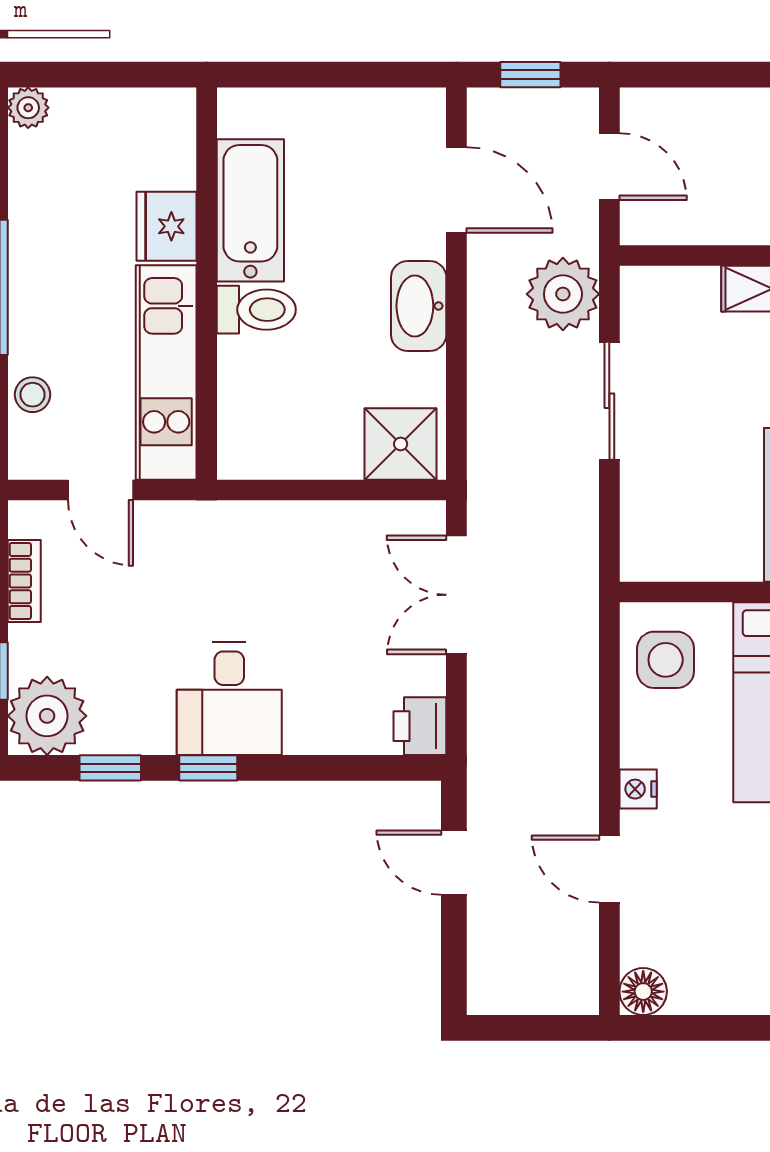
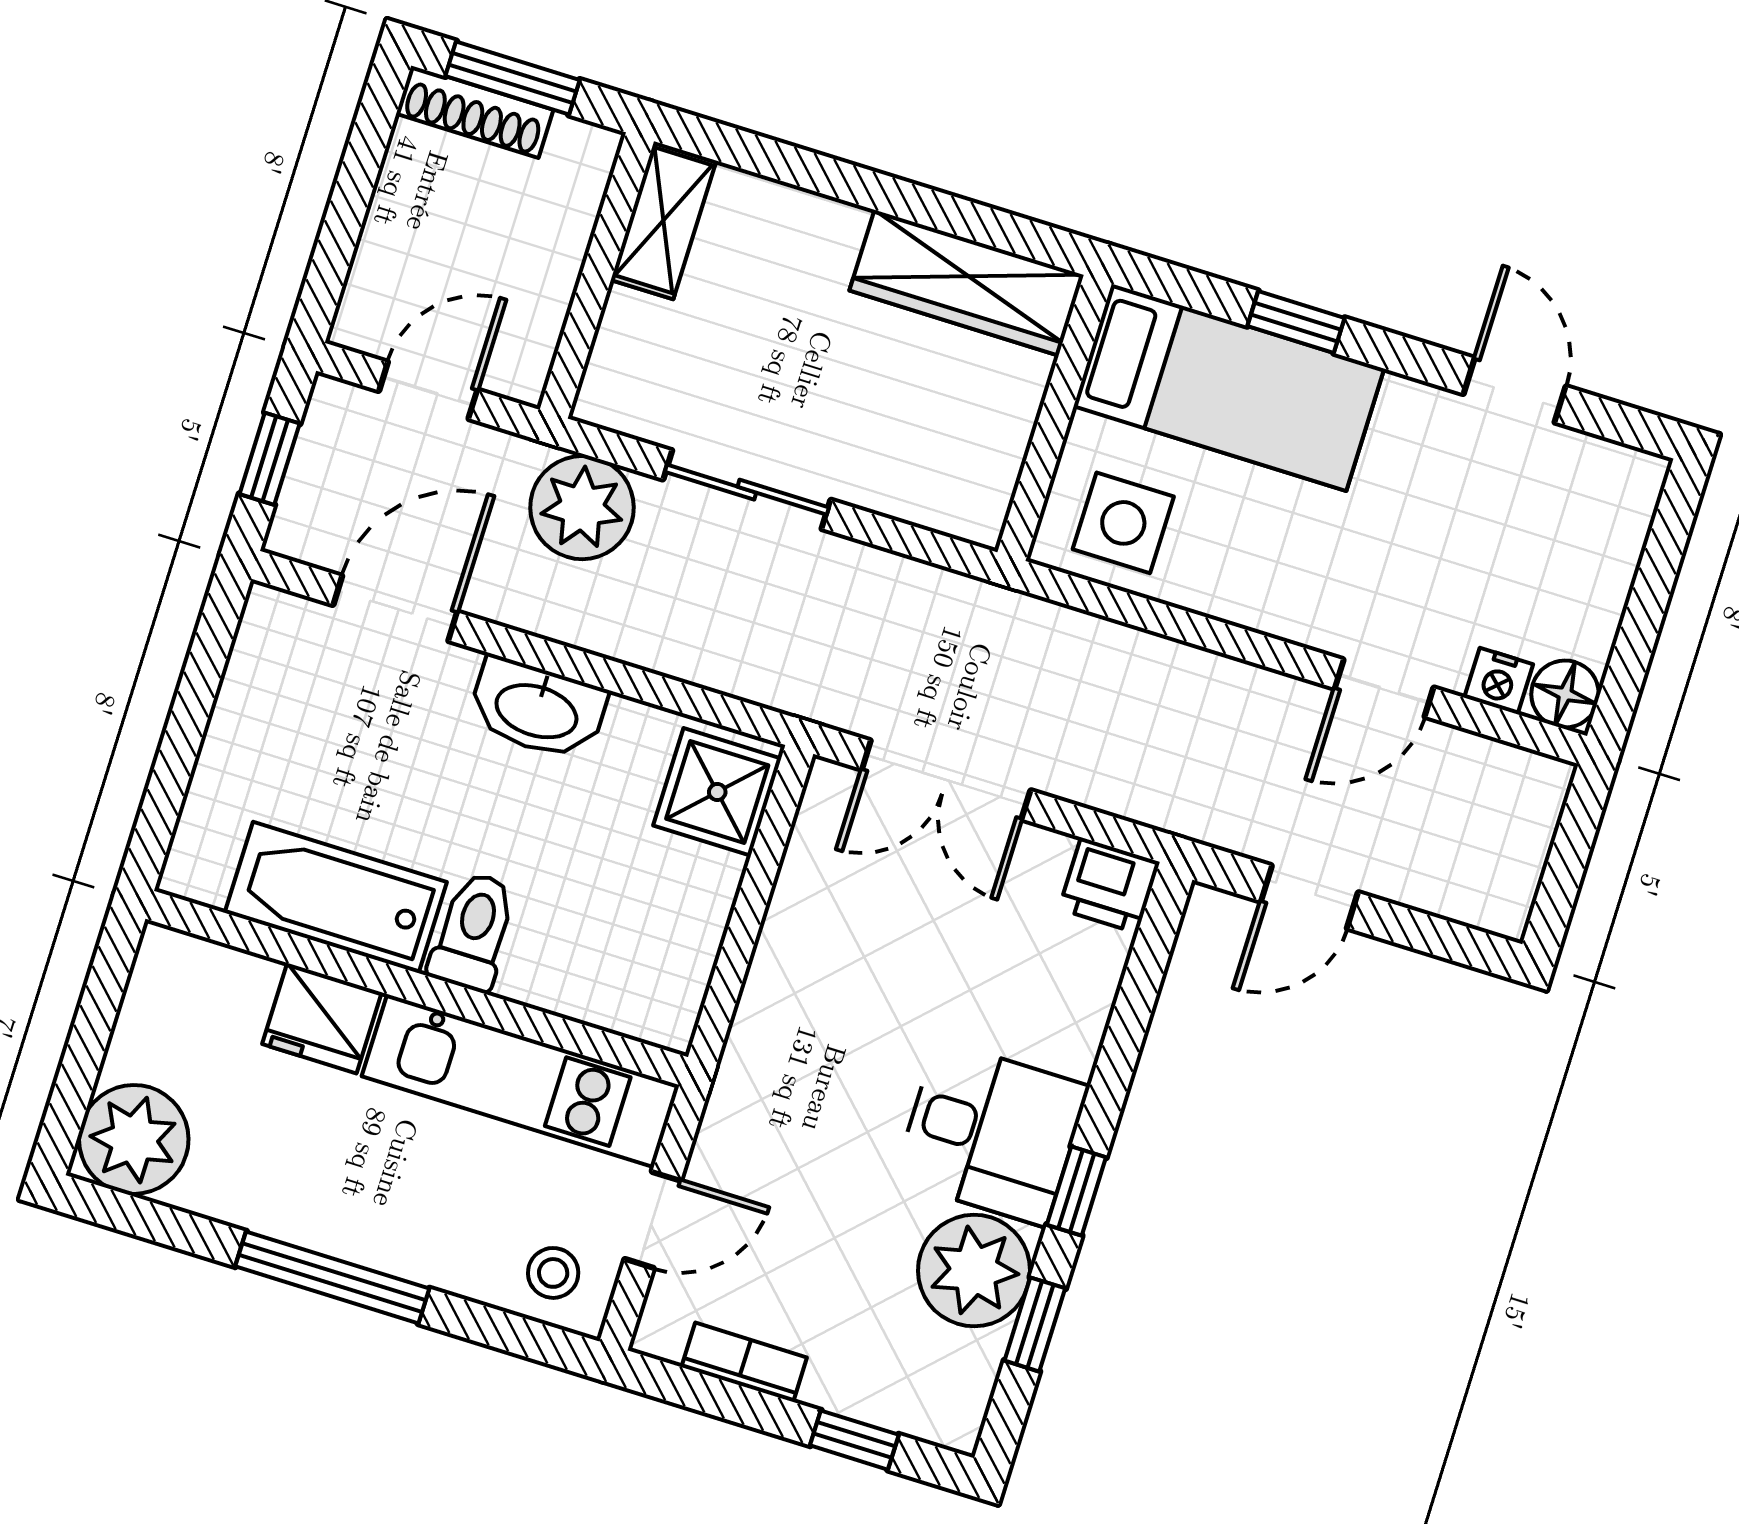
plant: (28, 108) -> (134, 1139), width x1.87, depth x1.87
stool: (32, 395) -> (553, 1273), moved
plant: (47, 716) -> (974, 1271), moved
nightstand: (638, 789) -> (1499, 681), moved

